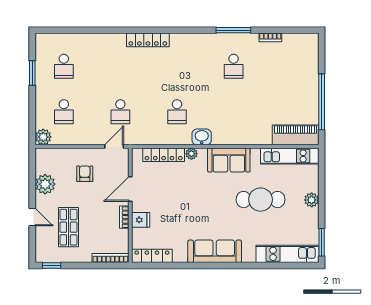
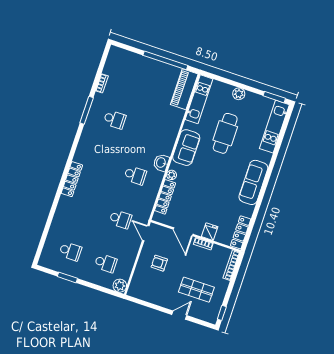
plant: (45, 184) -> (157, 296), removed

